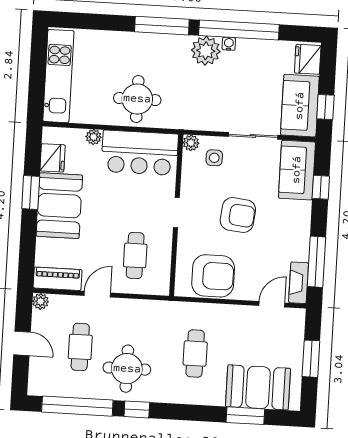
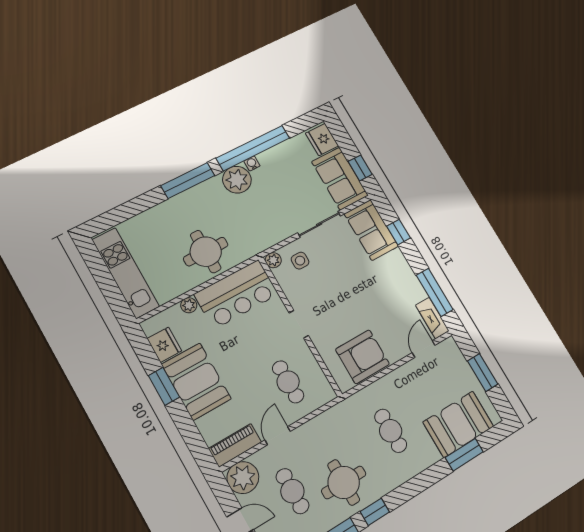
armchair: (238, 215) -> (349, 295), removed
plant: (41, 301) -> (243, 478), width x1.88, depth x1.88

